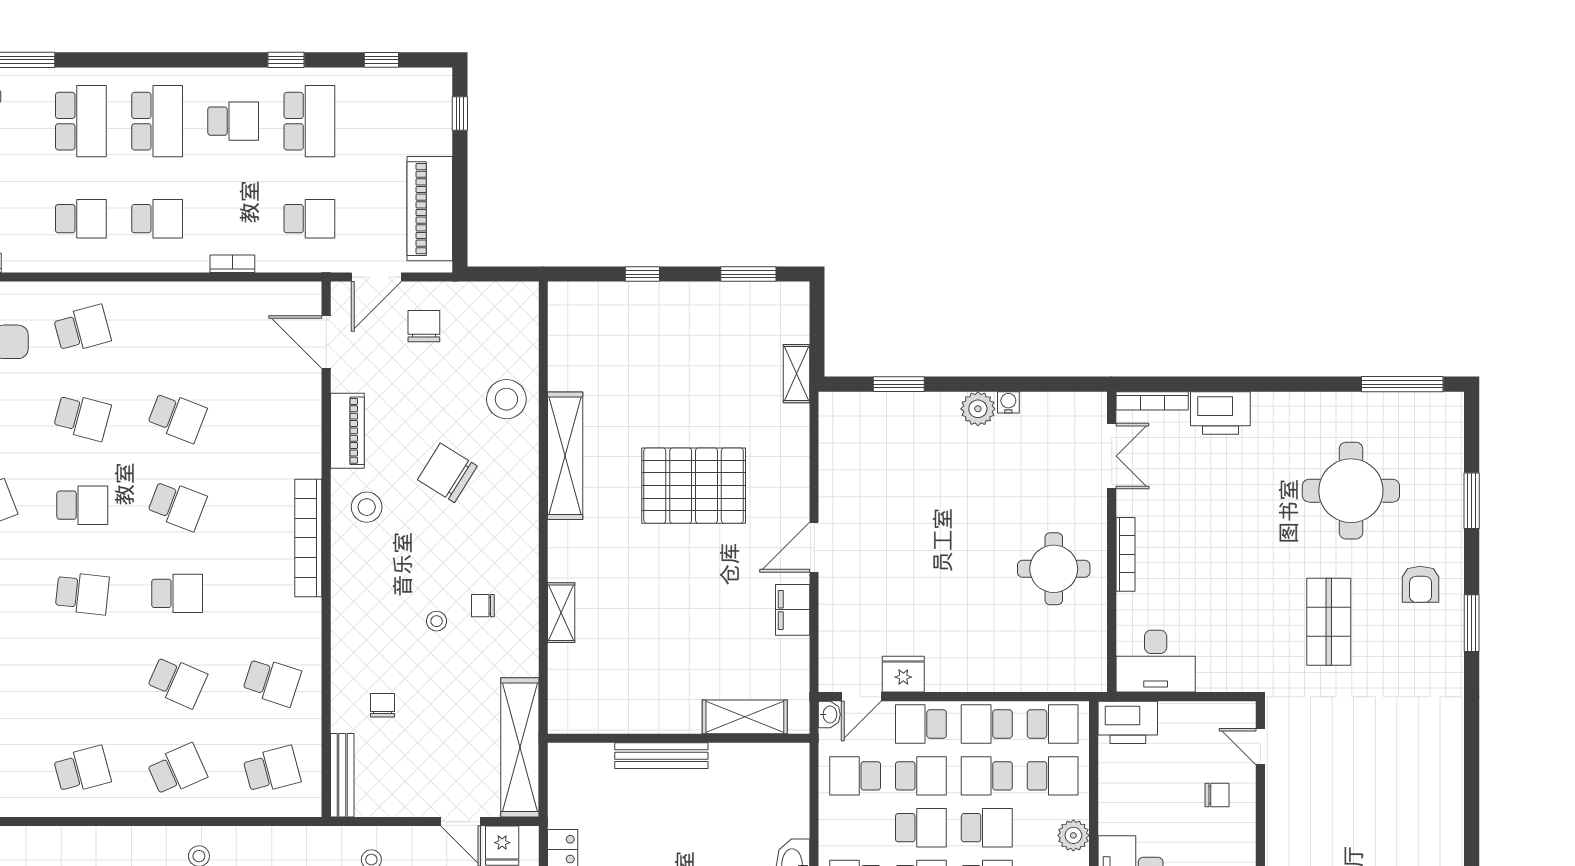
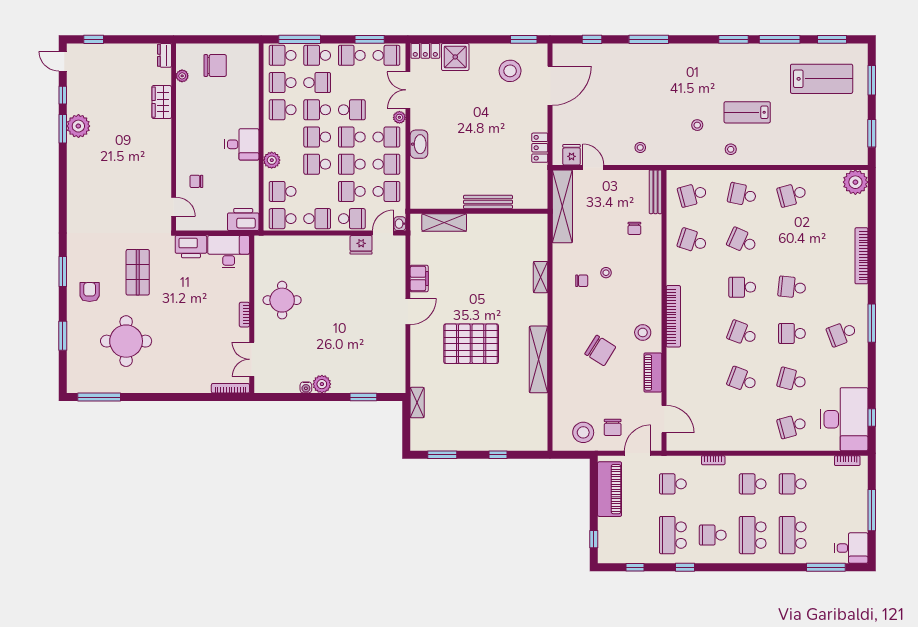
stool: (506, 399) -> (583, 432), moved
printer: (1220, 413) -> (191, 247), moved, turned 180
bookcase: (1125, 554) -> (244, 315), width x0.64
school desk: (177, 770) -> (742, 195), turned 36
school desk: (987, 776) -> (386, 164), moved

